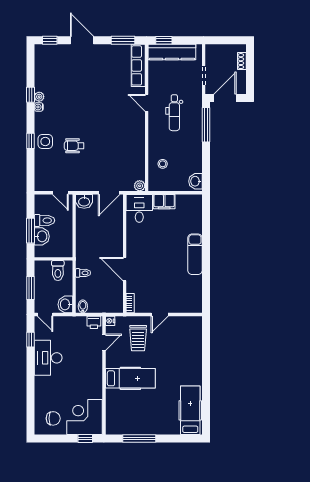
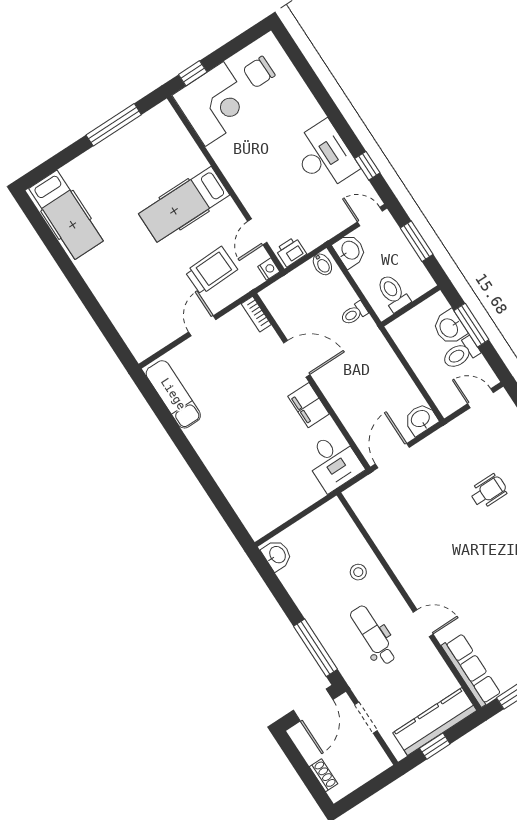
window: (164, 40) -> (435, 746), moved
stool: (163, 164) -> (358, 572), moved
plant: (140, 186) -> (354, 495), removed
door: (60, 193) -> (480, 398), moved
filing cabinet: (164, 202) -> (309, 405), moved, turned -90
exam couch: (195, 254) -> (173, 394), moved
trolley: (138, 338) -> (211, 271), turned 88

